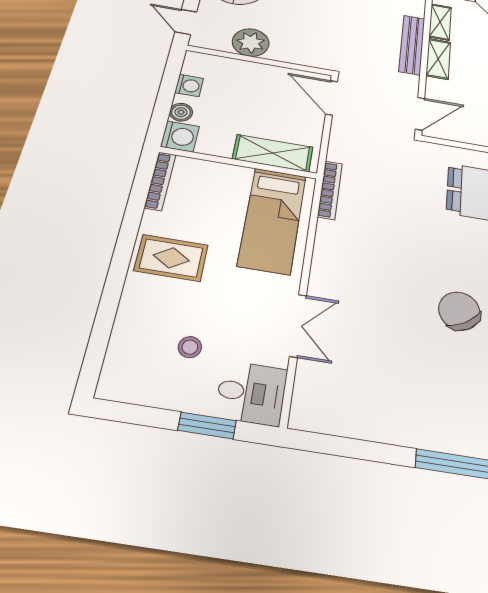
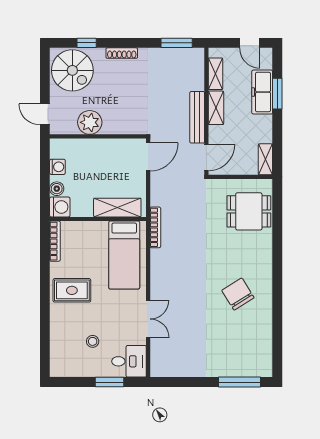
bench: (412, 45) -> (197, 117), moved
door: (331, 98) -> (148, 157), swing flipped

